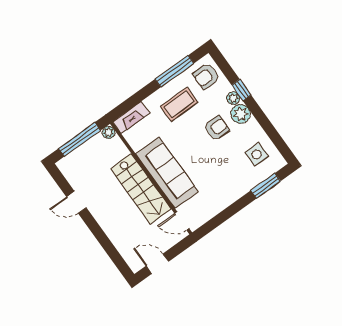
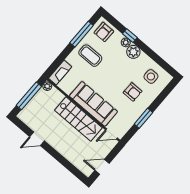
coffee table: (179, 104) -> (90, 56), turned 90
armchair: (217, 128) -> (133, 92), moved, turned 90
window: (266, 186) -> (143, 118), moved

